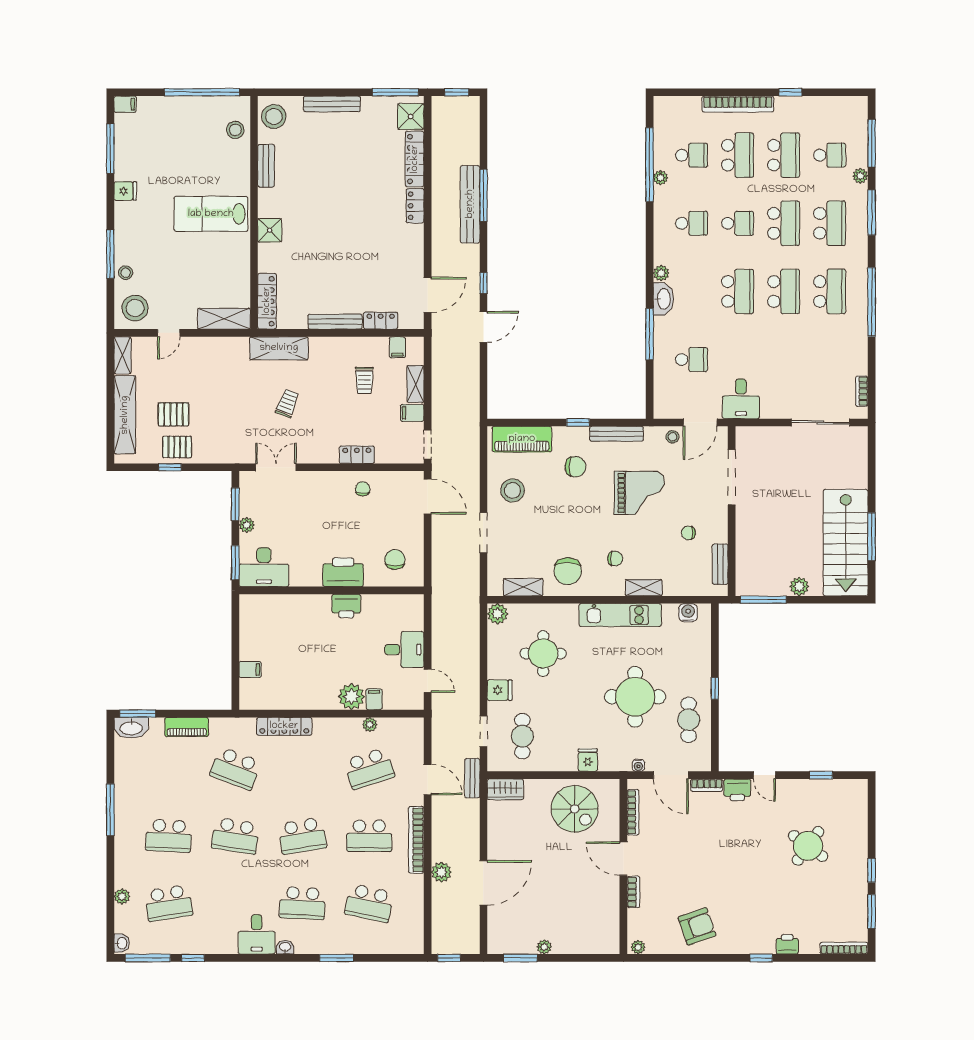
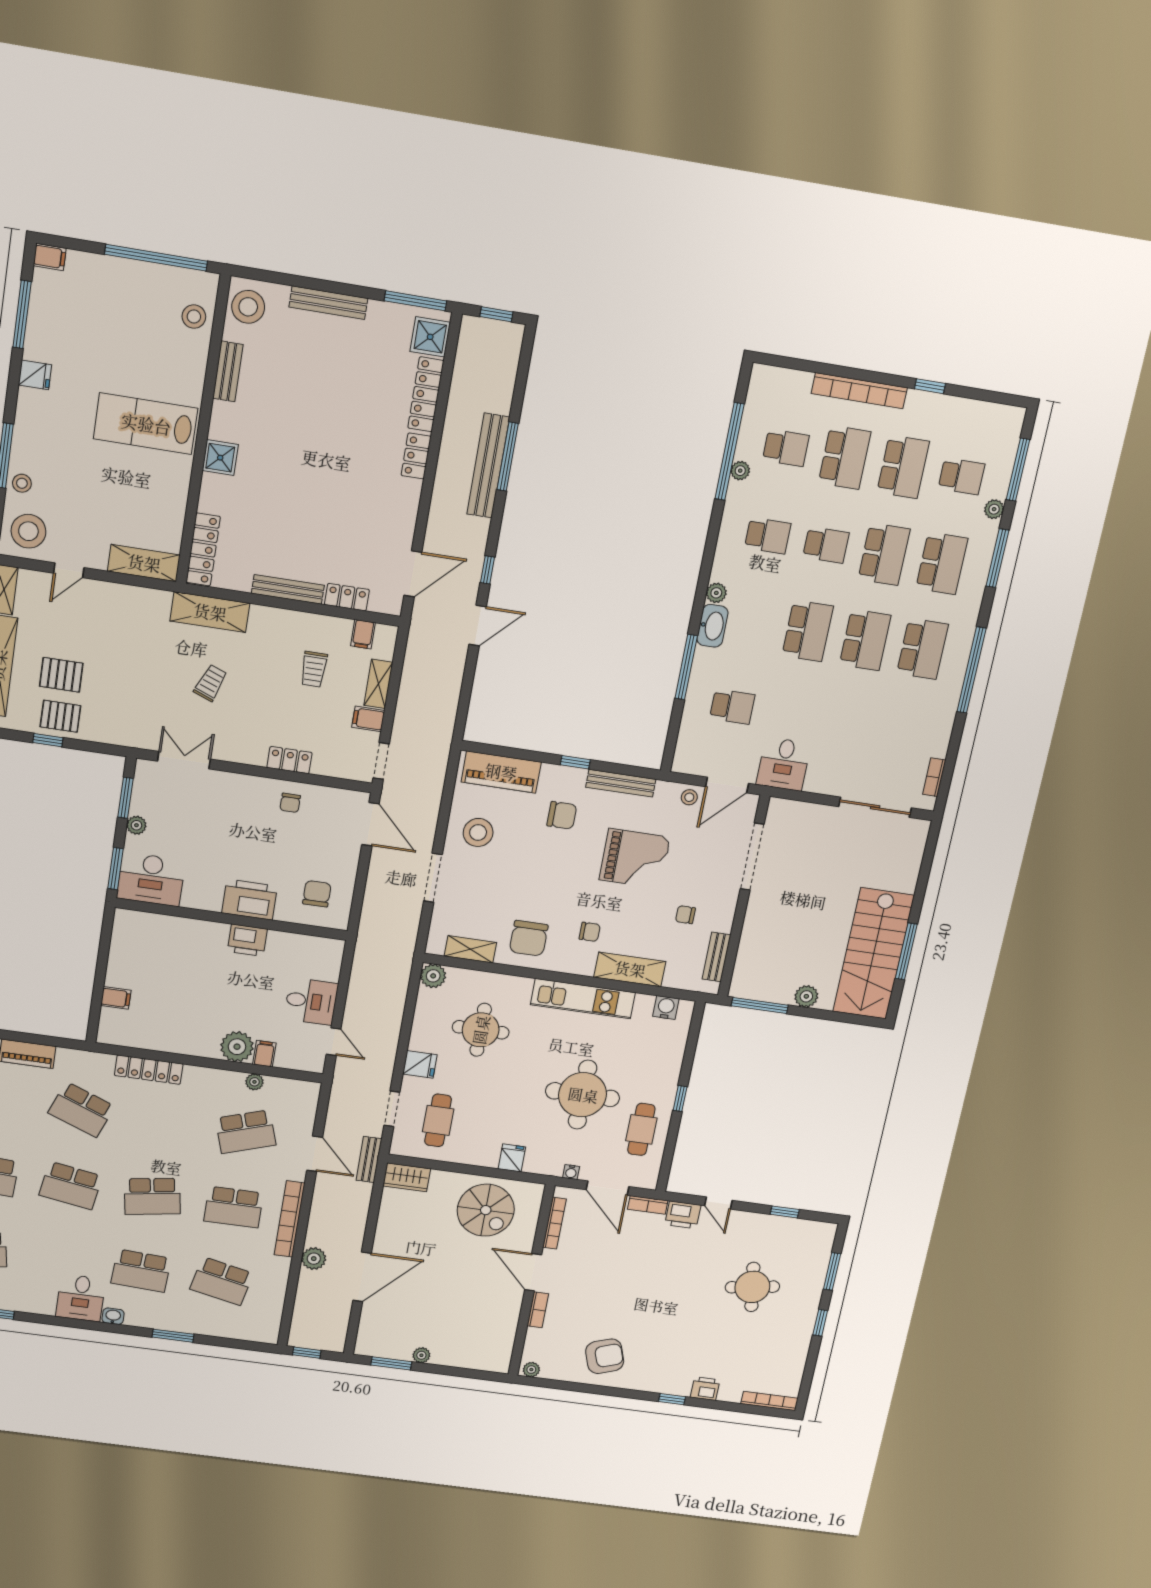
chair: (363, 489) -> (290, 803), turned 180
shelving: (644, 588) -> (630, 969), width x1.50, depth x1.33
round table: (808, 846) -> (752, 1287), turned 45
window: (872, 911) -> (832, 1271), moved

